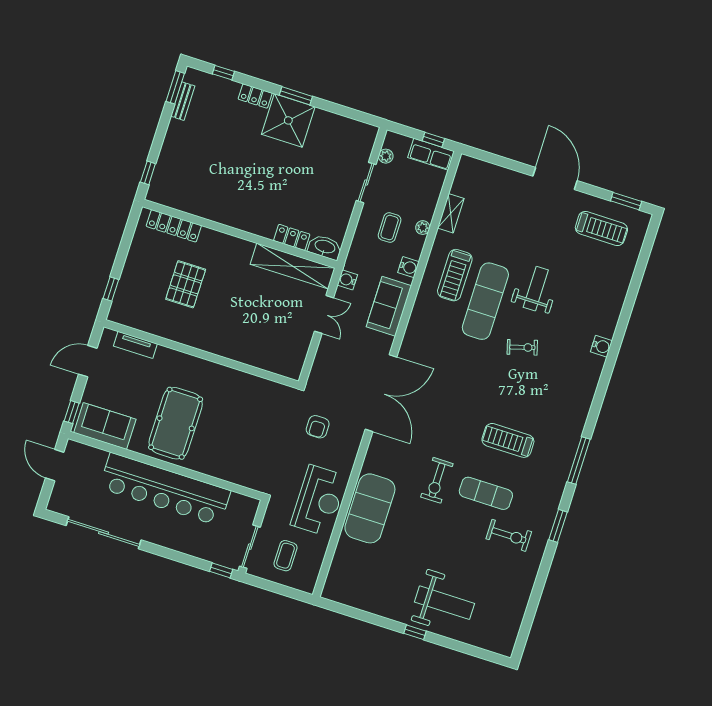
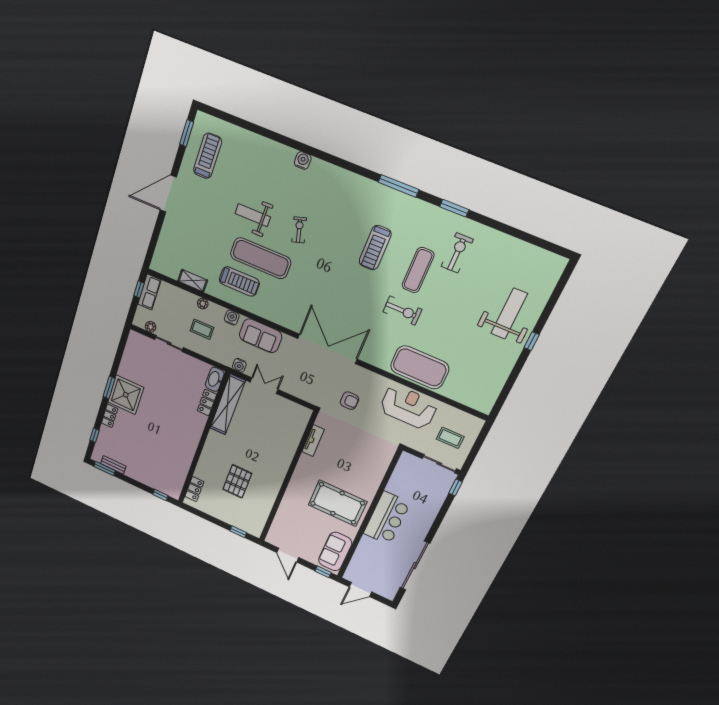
locker: (174, 226) -> (194, 489), width x0.66
pallet: (186, 284) -> (237, 481), turned 90
tv unit: (135, 345) -> (313, 441), moved
bar counter: (165, 489) -> (387, 518), width x0.54

